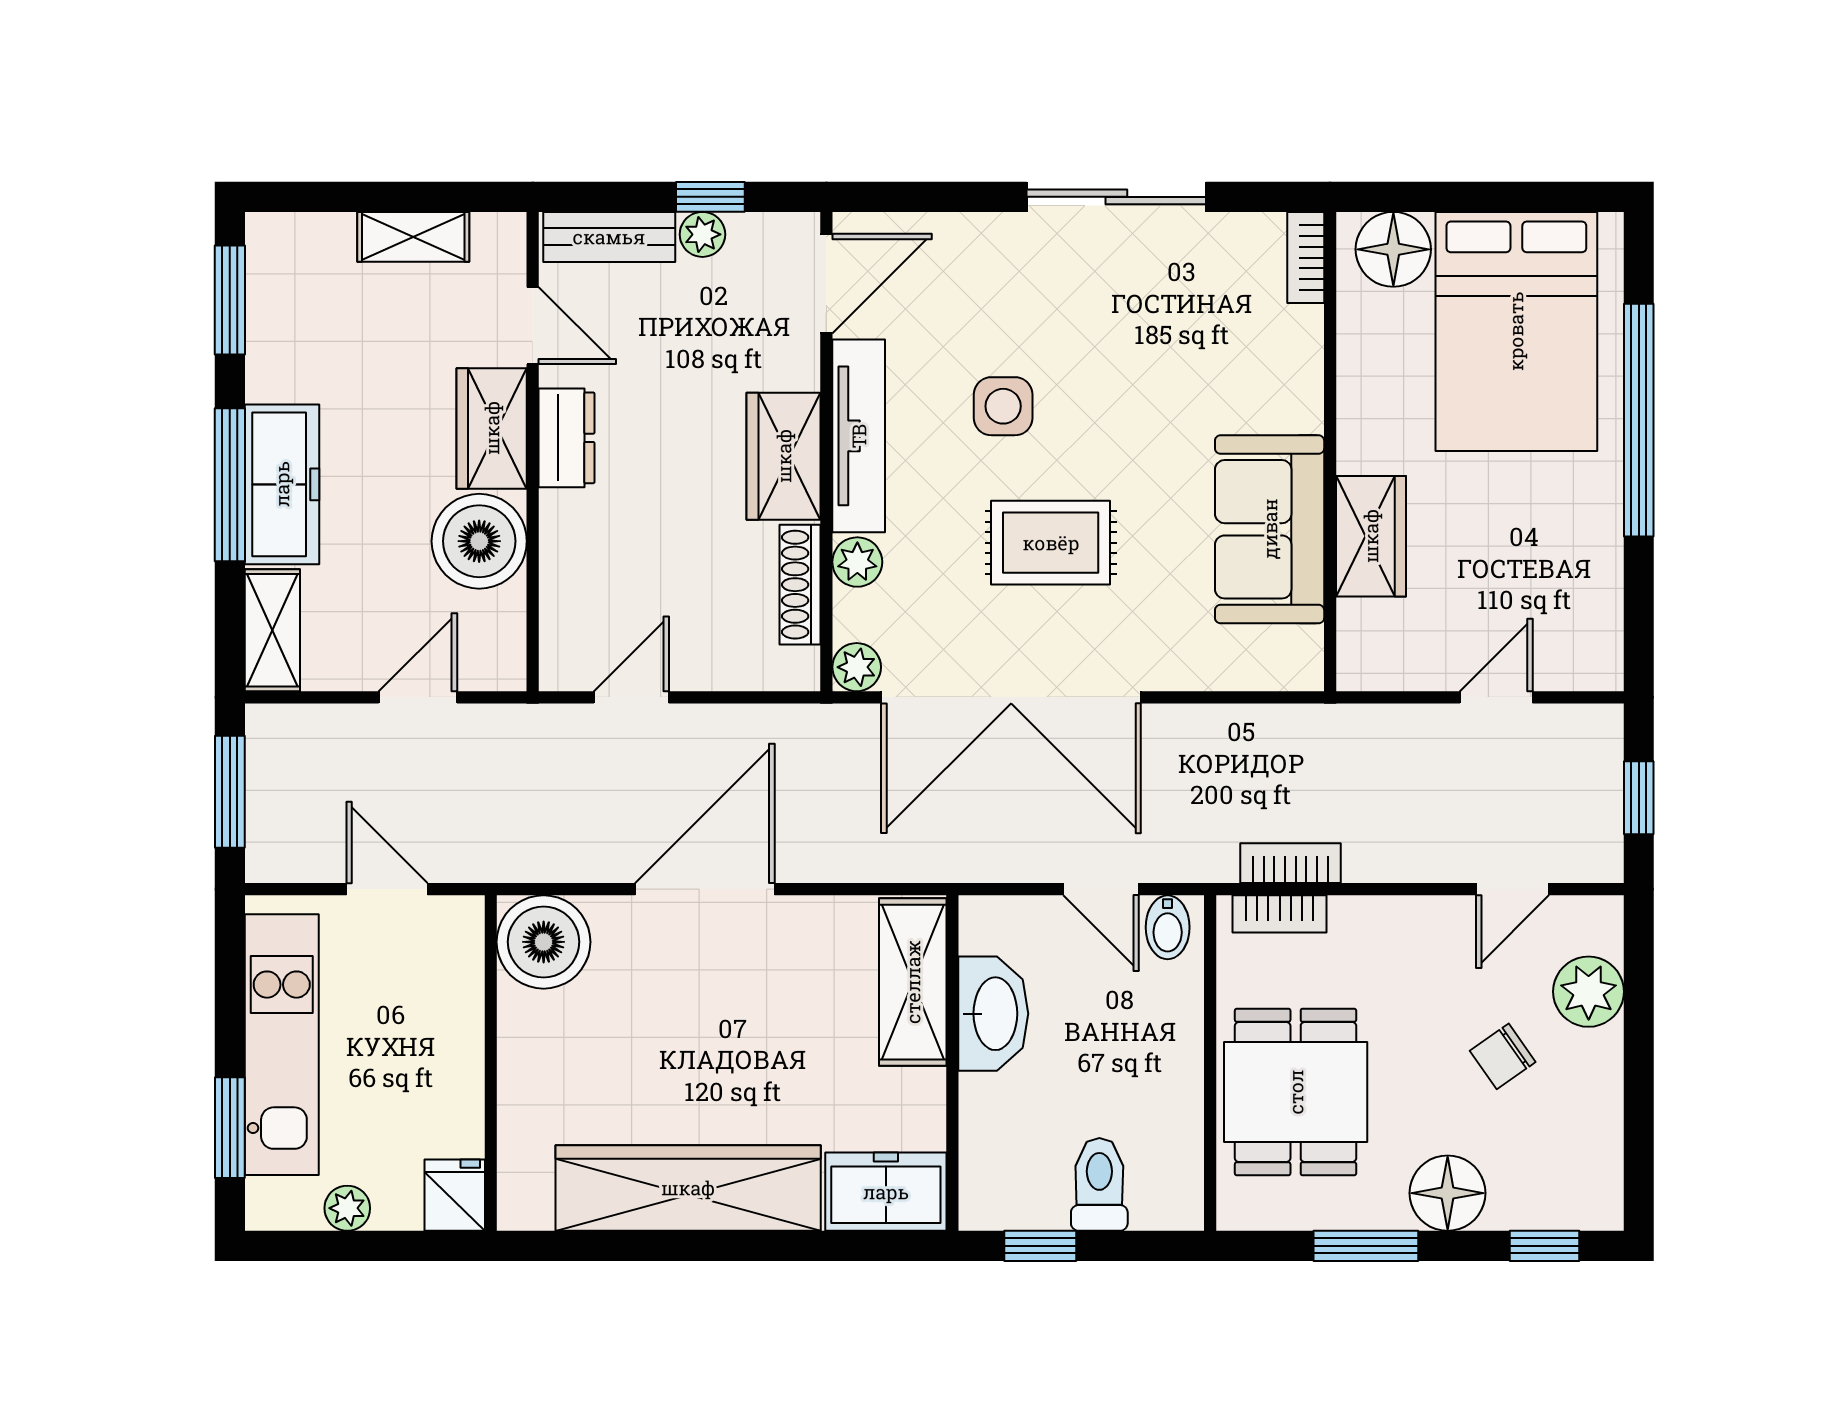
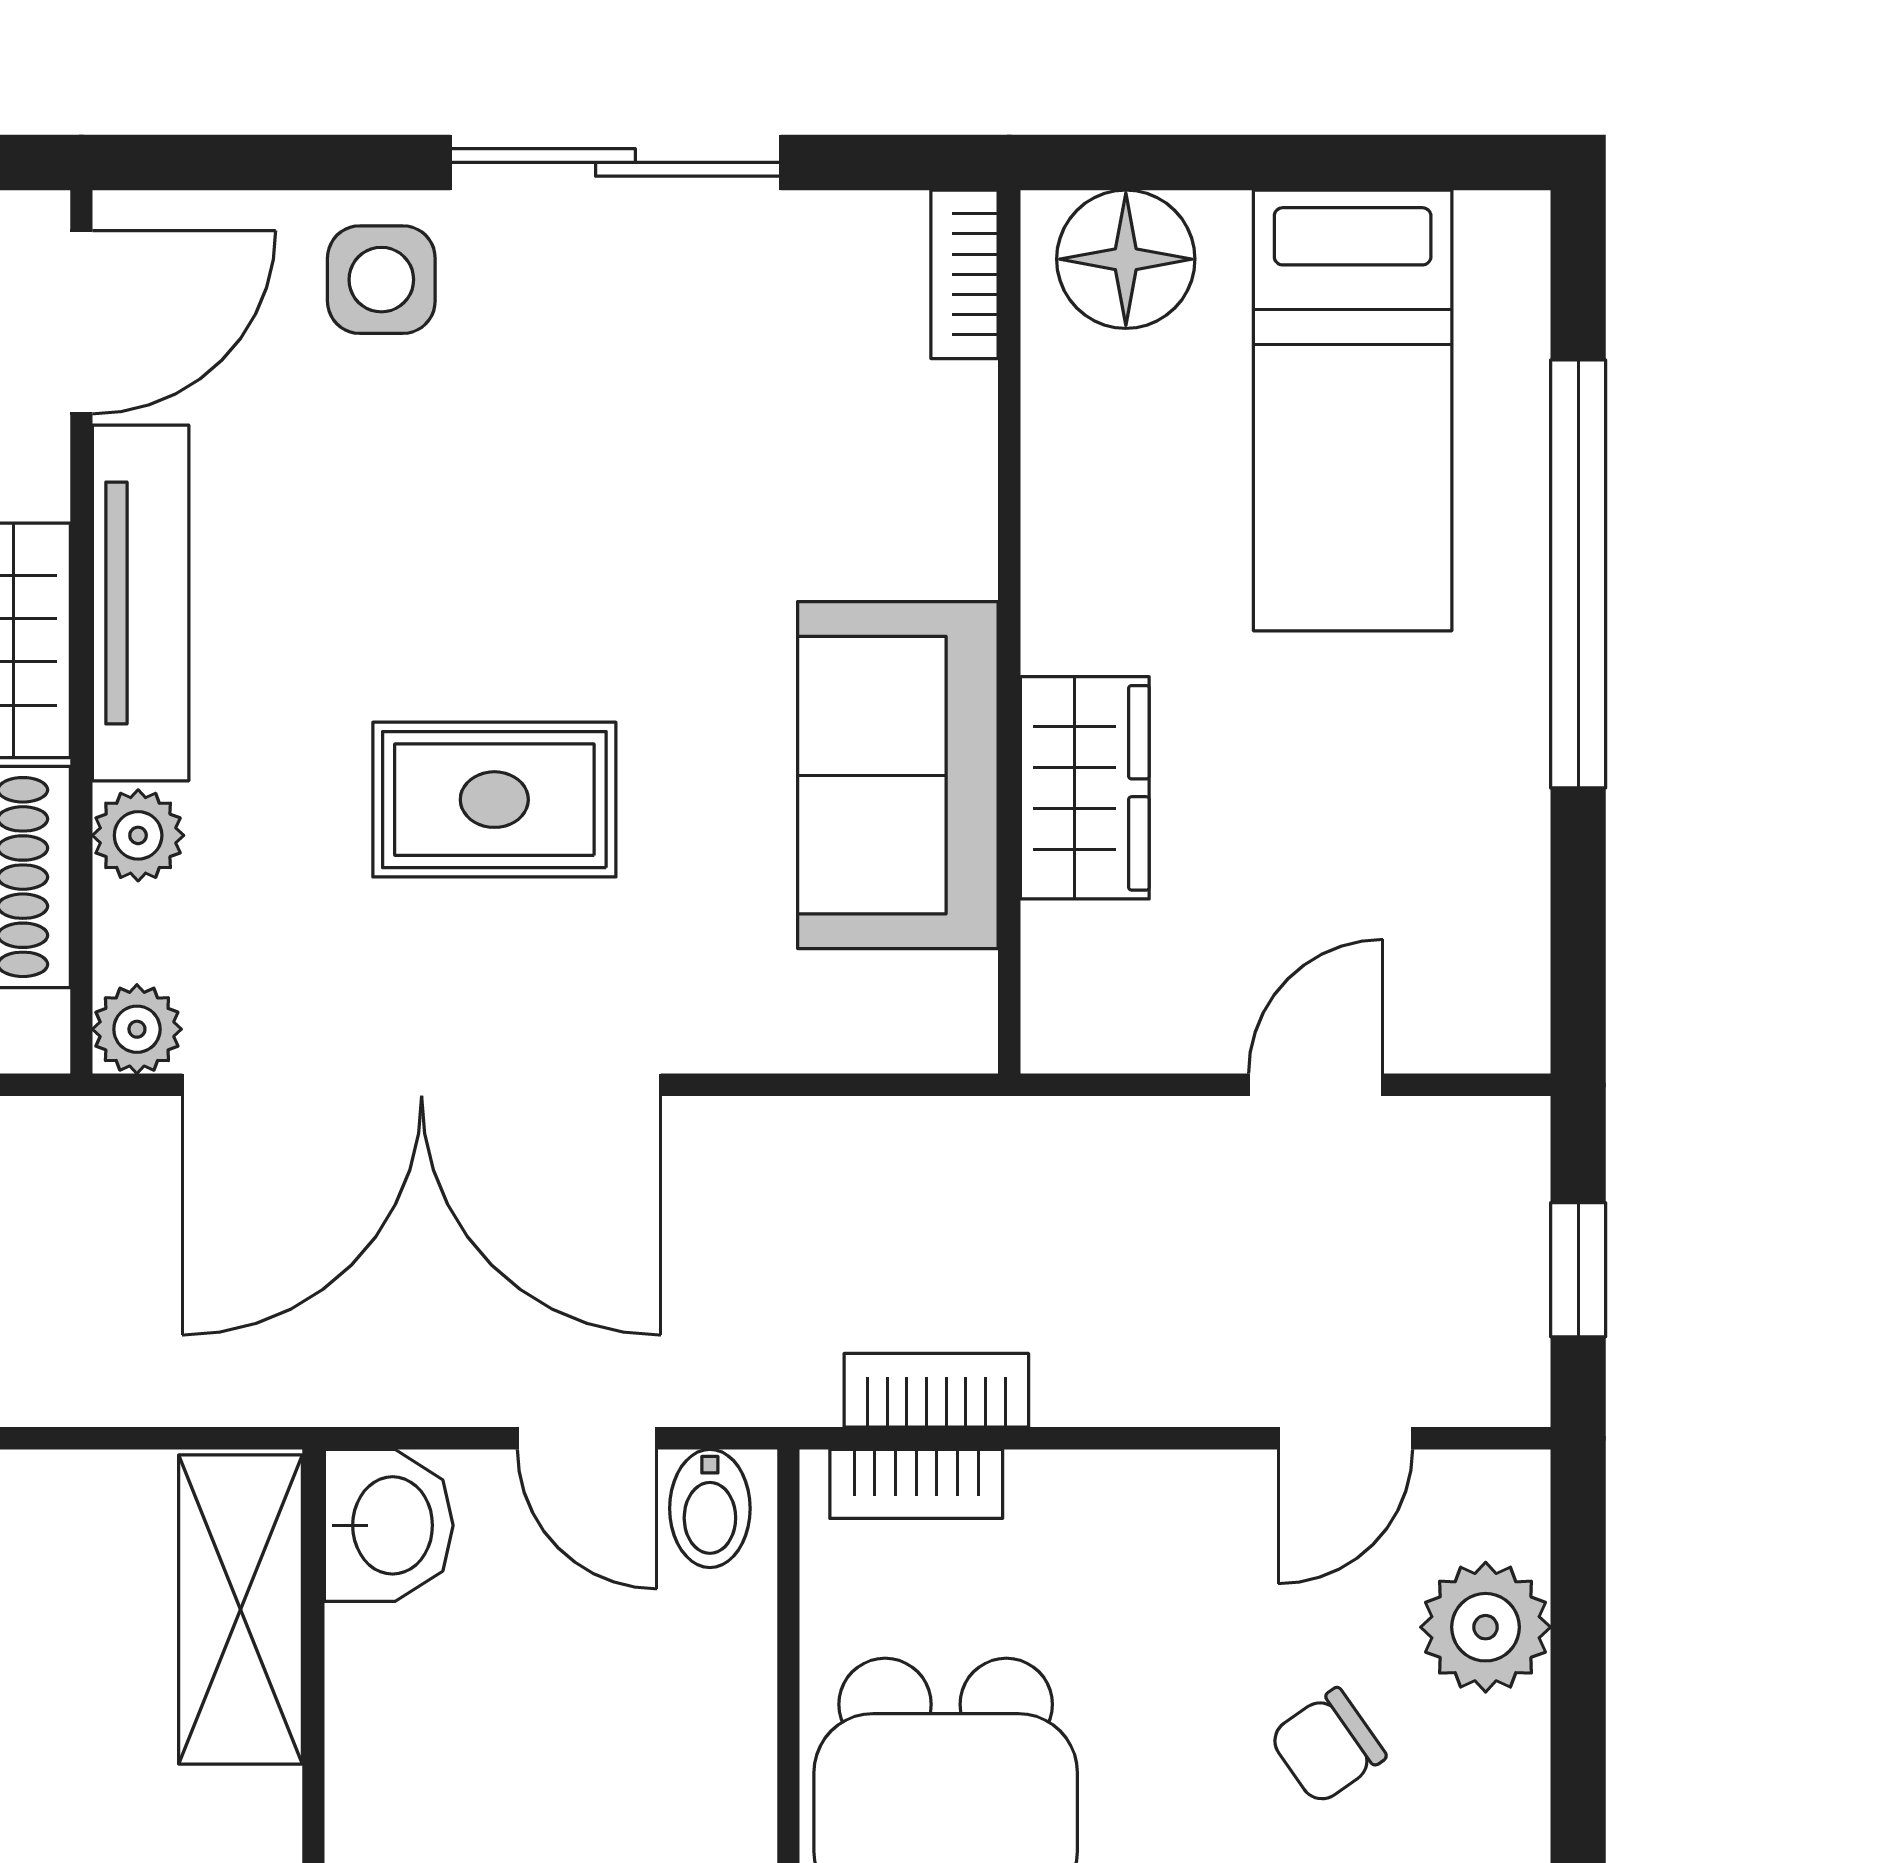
bed: (1516, 331) -> (1353, 410), width x0.67
side table: (1003, 406) -> (381, 280), moved
washbasin: (993, 1014) -> (389, 1525), moved, width x0.72

